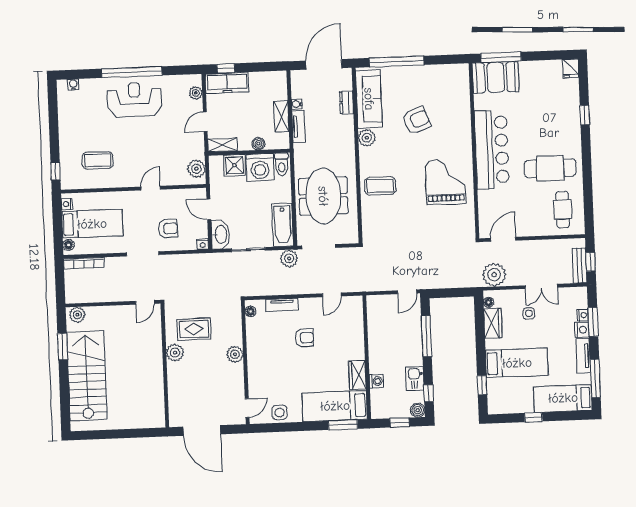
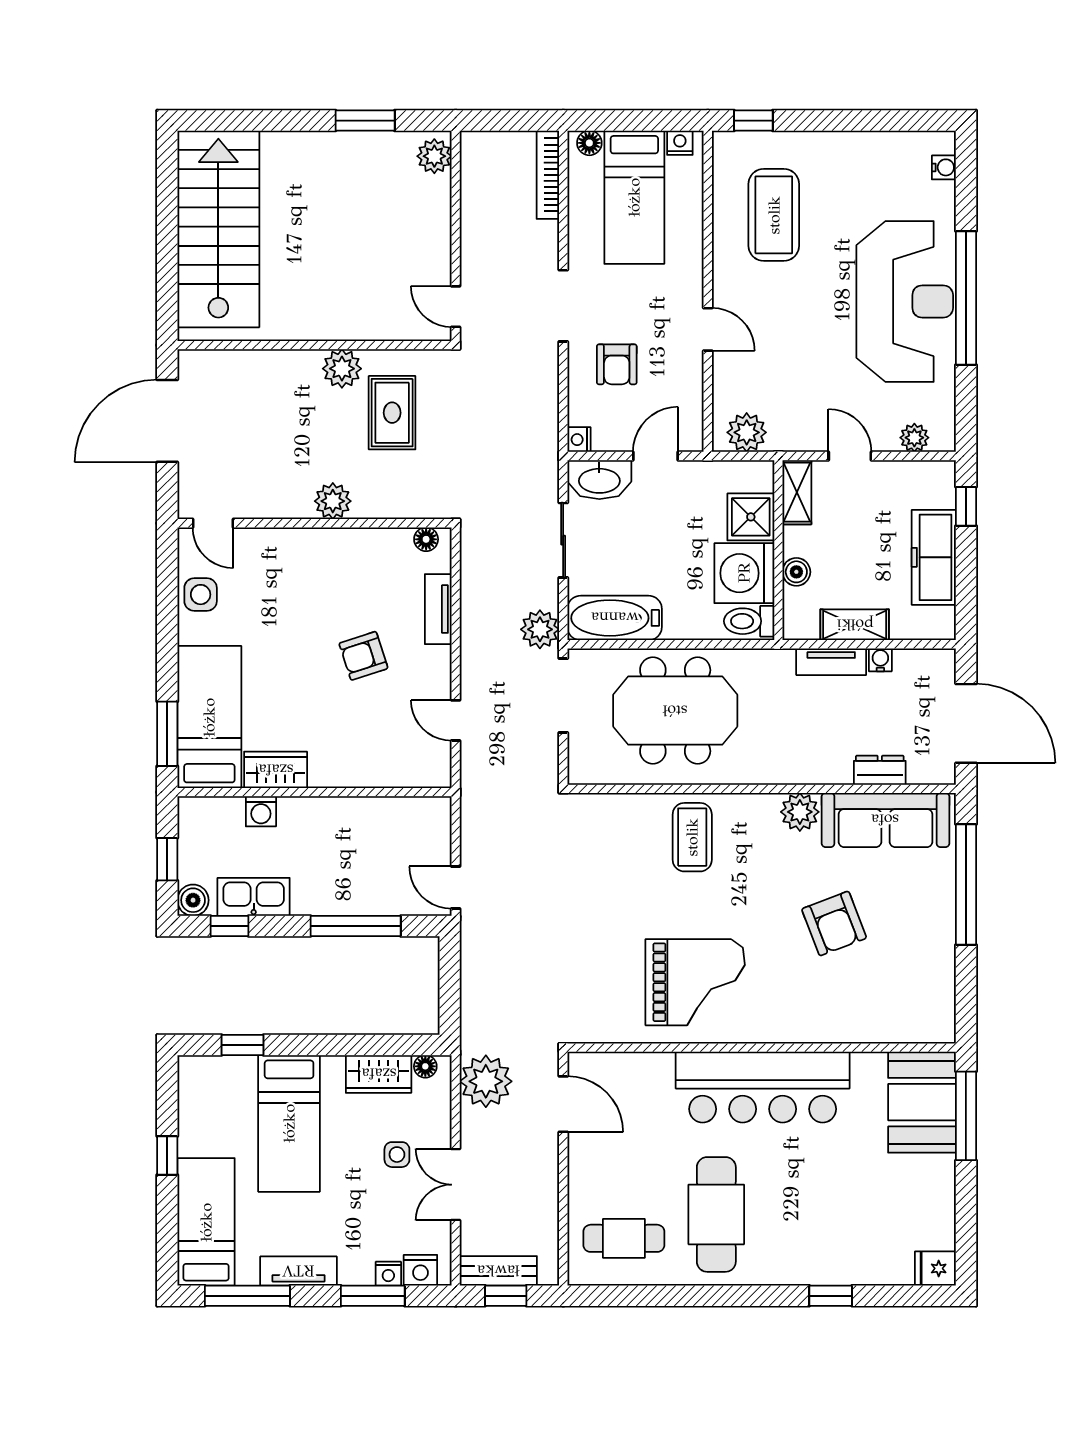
freezer: (227, 83) -> (934, 557), moved
reception desk: (134, 100) -> (905, 301), width x1.36, depth x1.30
coffee table: (98, 160) -> (774, 215), width x1.36, depth x1.32
nightstand: (582, 330) -> (420, 1270), moved
armchair: (304, 338) -> (363, 656), turned 72
stairs: (87, 376) -> (218, 229), moved, turned -90
kitchen sink: (415, 378) -> (254, 897), width x1.38

